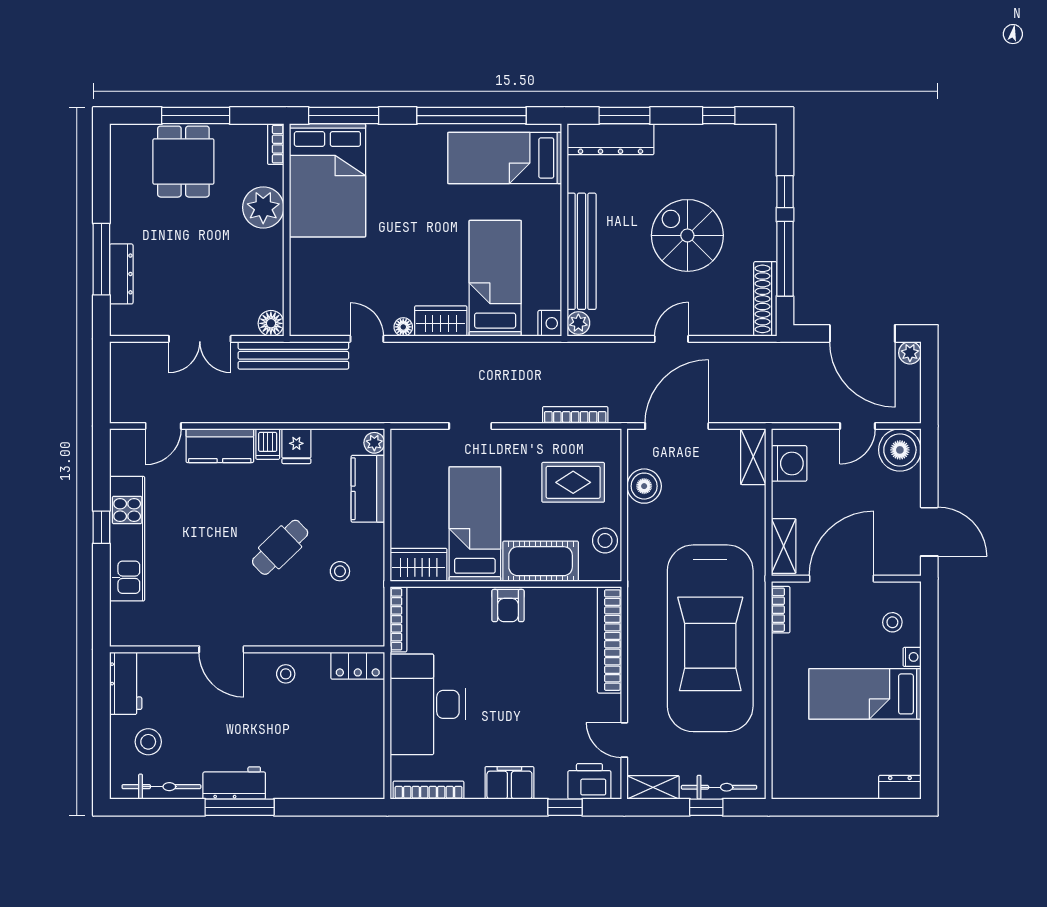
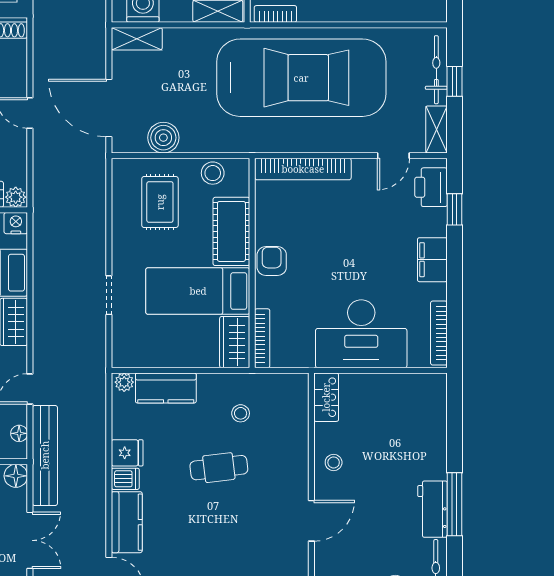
floor lamp: (403, 327) -> (19, 433), moved
bookcase: (575, 415) -> (99, 200), removed
cafe table: (280, 547) -> (219, 468), turned -53
armchair: (508, 606) -> (272, 261), turned -90
bookcase: (398, 619) -> (262, 338), moved, turned 90

